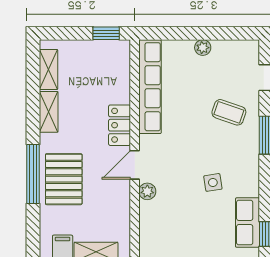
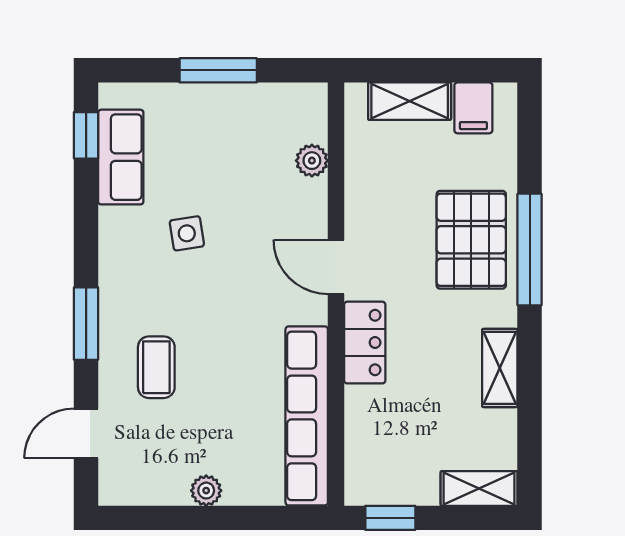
shelving: (49, 69) -> (479, 488), moved, turned 90
coffee table: (229, 112) -> (156, 367), turned 71
door: (135, 165) -> (336, 267), swing flipped
plant: (147, 191) -> (312, 161), moved

